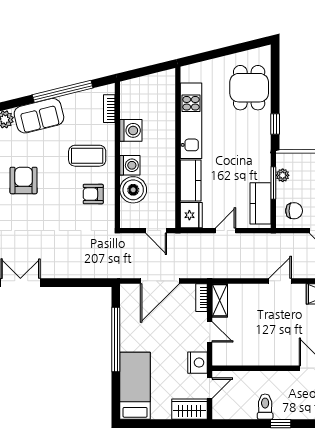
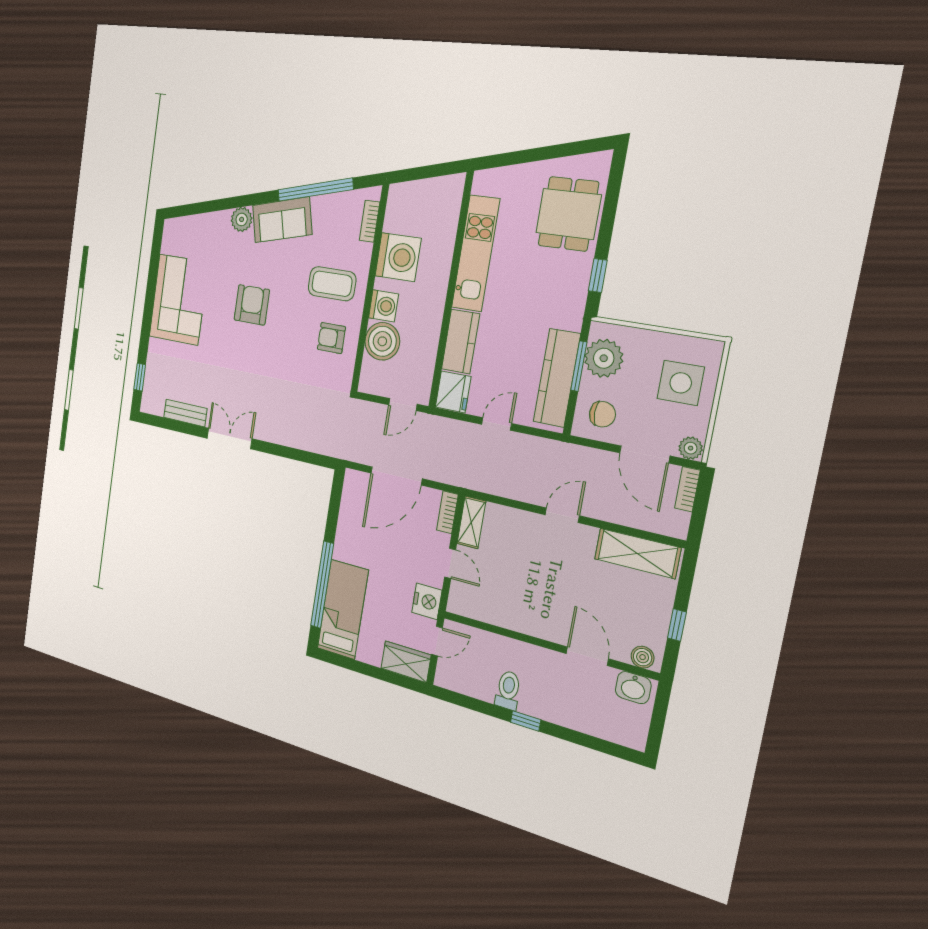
washing machine: (131, 130) -> (398, 257), width x1.37, depth x1.37
plant: (283, 175) -> (604, 358), width x1.87, depth x1.87
kitchen counter: (261, 203) -> (557, 378), width x1.50
door: (156, 231) -> (403, 405), hinge flipped
window: (116, 339) -> (322, 585), moved

